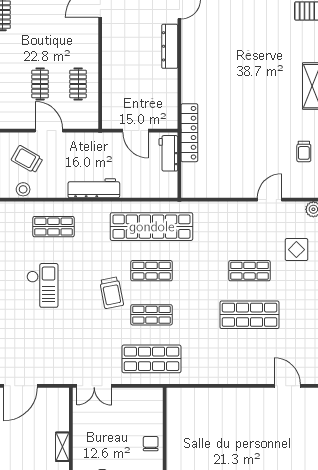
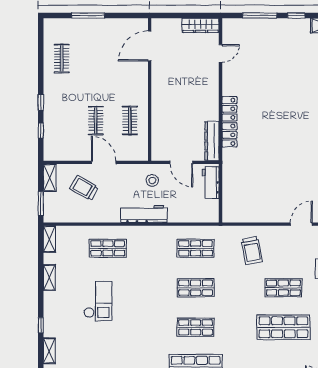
dresser: (170, 46) -> (212, 141), moved
locker: (189, 133) -> (230, 122), moved
stool: (23, 189) -> (152, 180), moved
shop shelf: (152, 227) -> (196, 248), width x0.50, depth x0.74
trolley: (112, 293) -> (252, 250), moved

